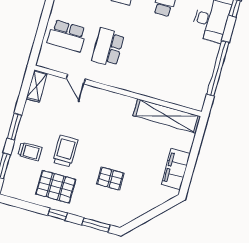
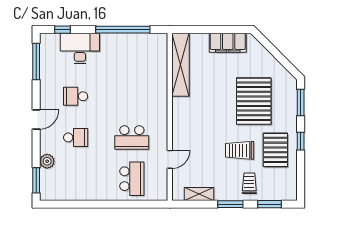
shelving: (37, 86) -> (199, 194), moved
pallet: (110, 179) -> (254, 101), width x2.05, depth x2.00

